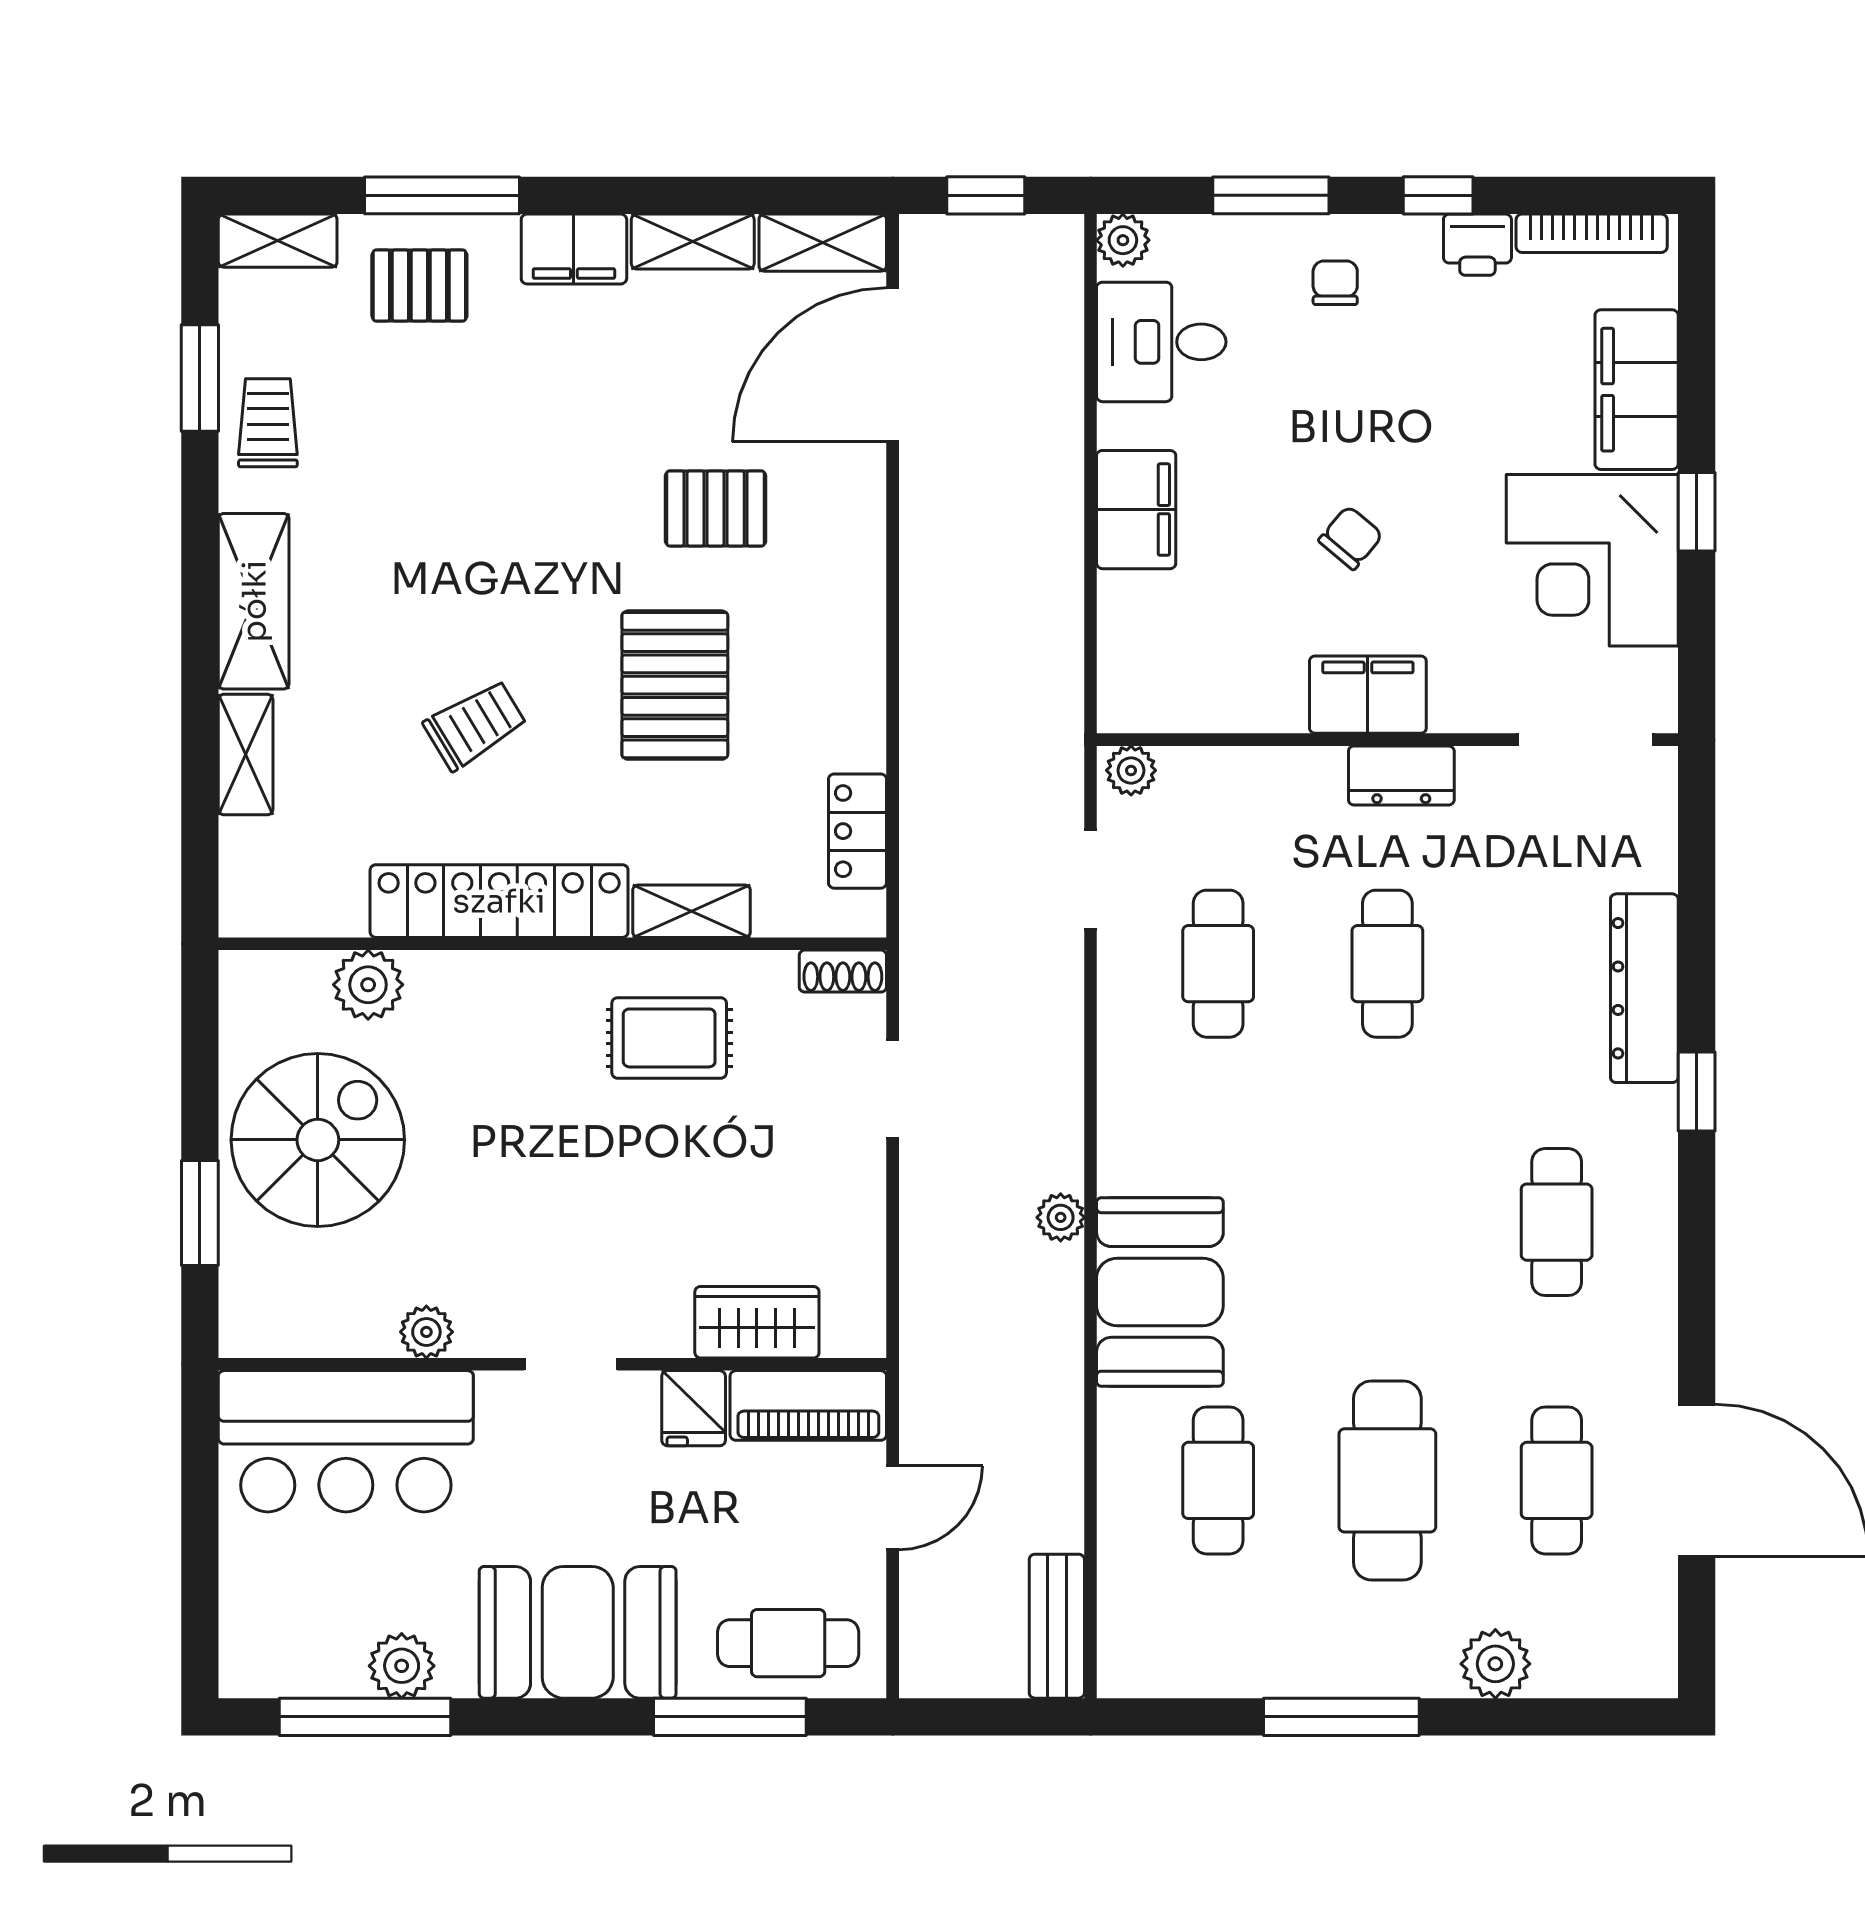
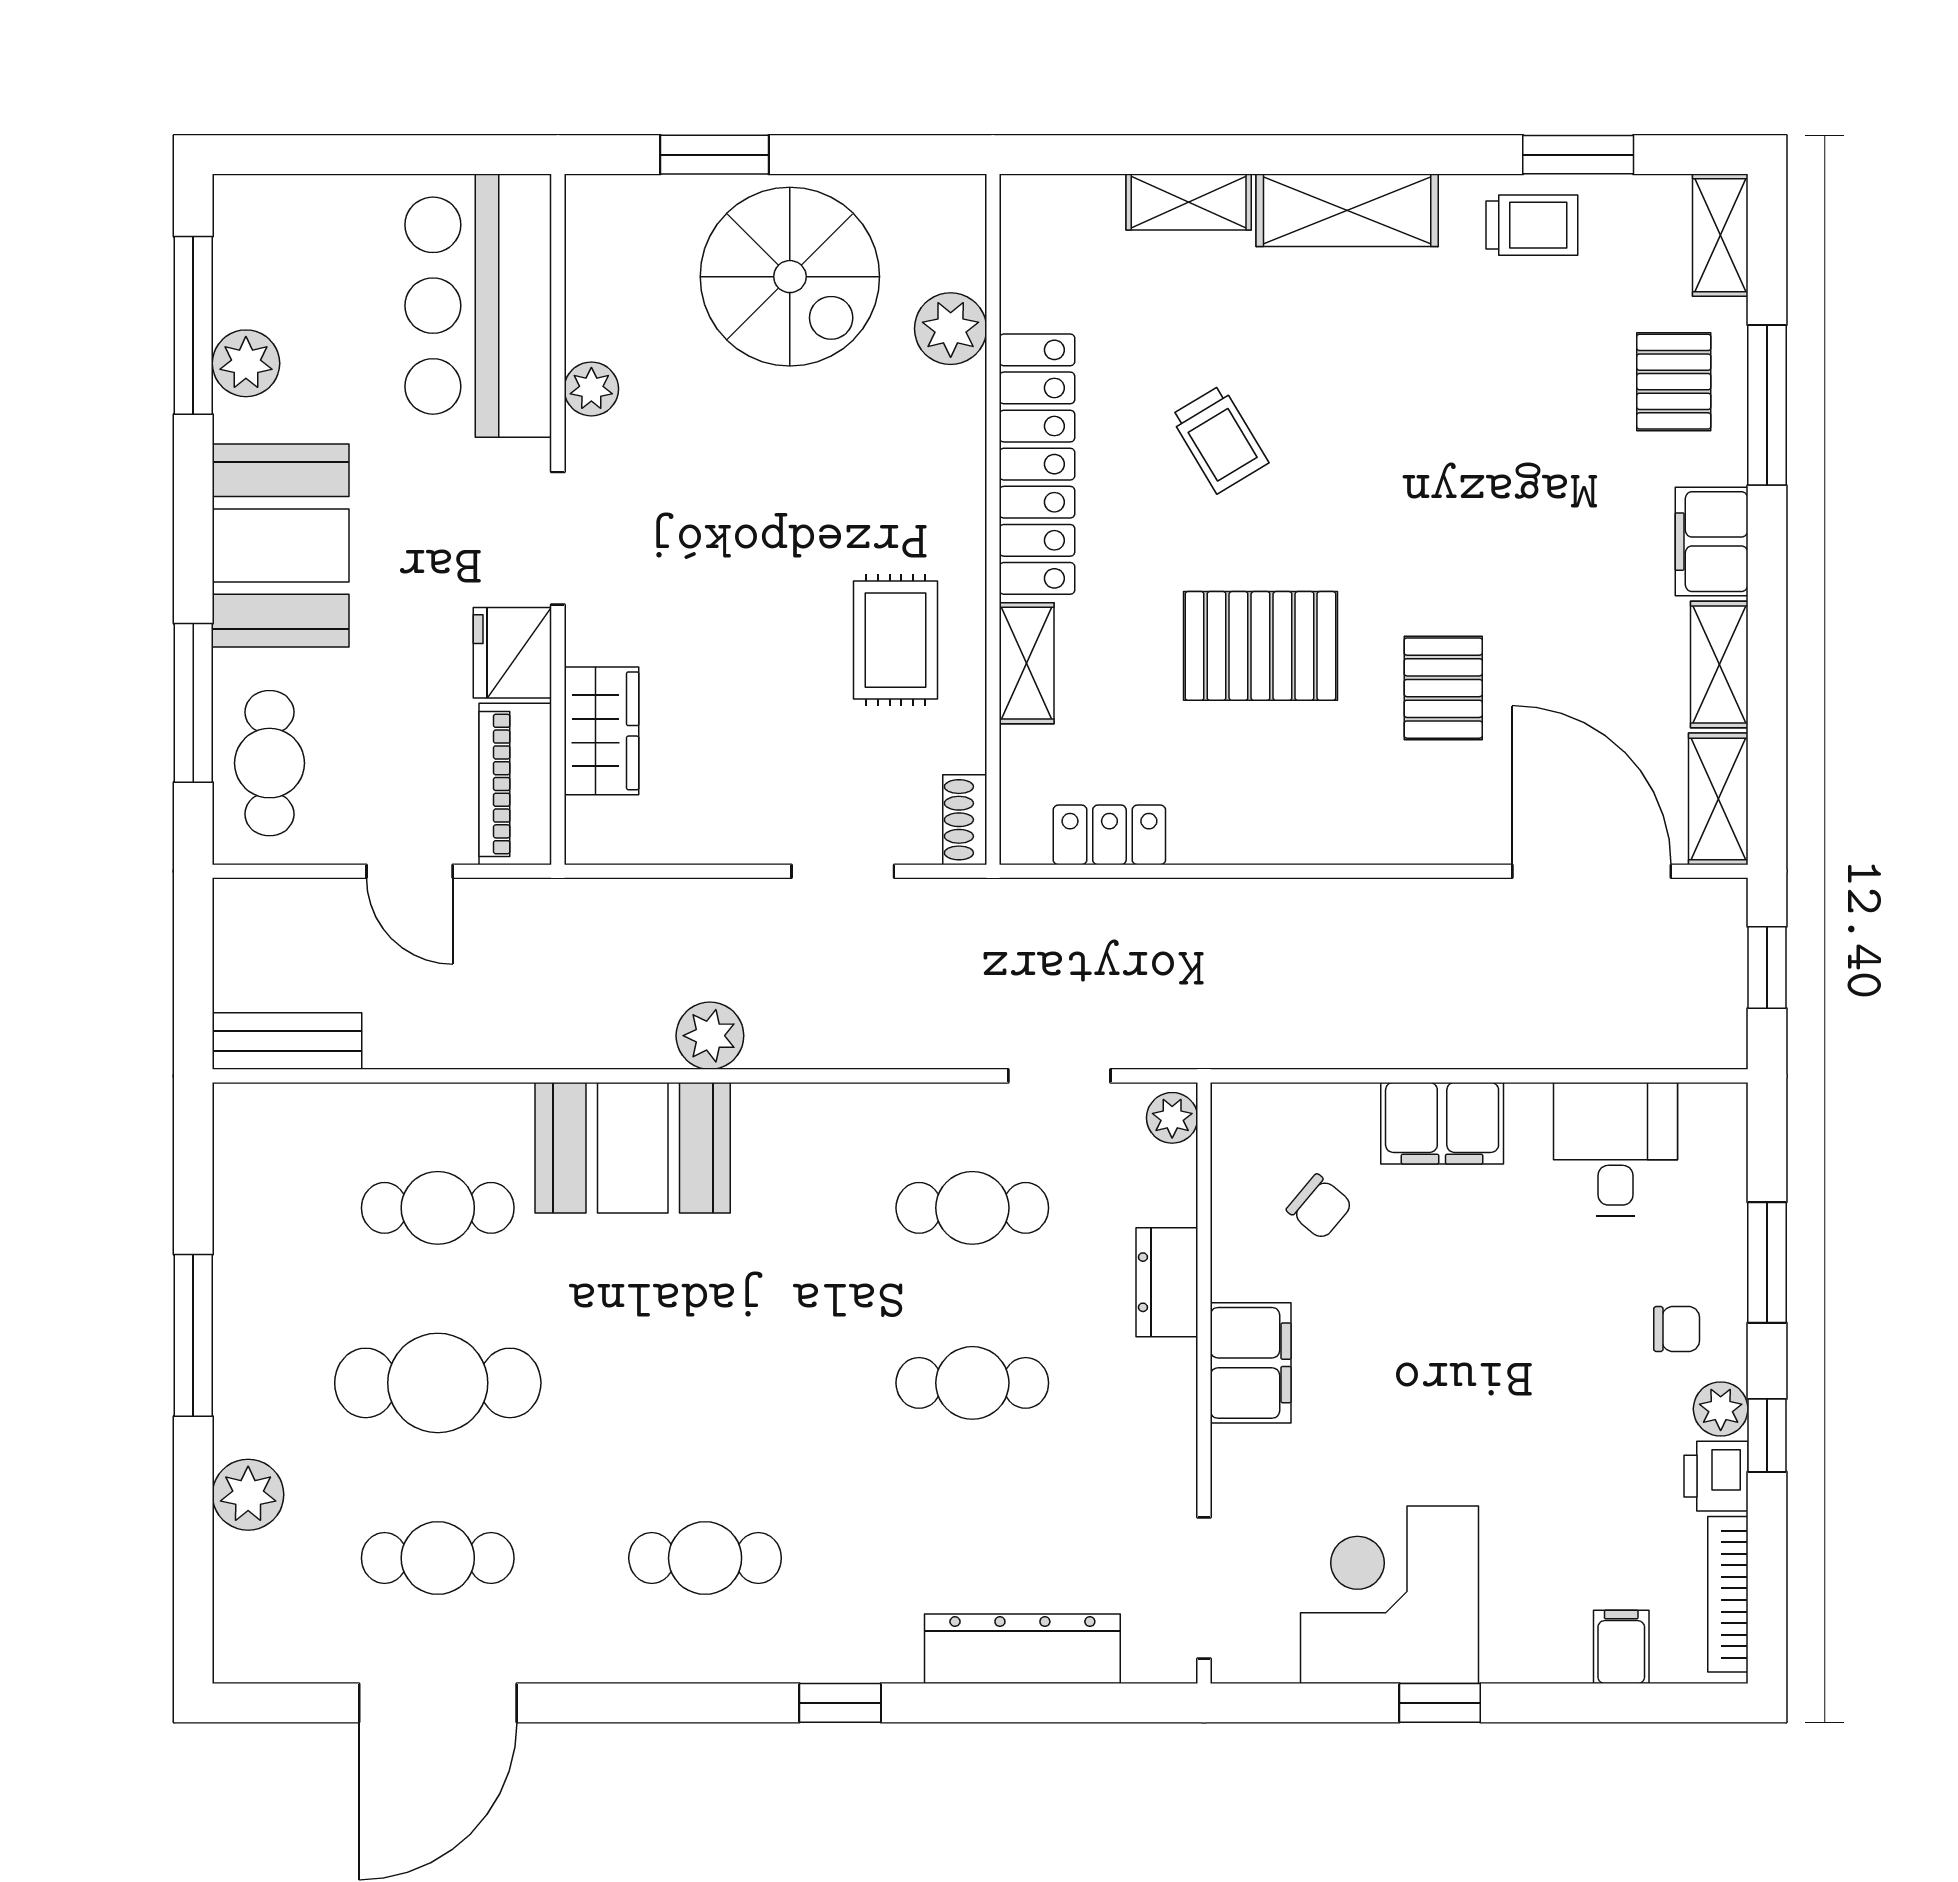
plant: (1123, 240) -> (1721, 1409), moved
filing cabinet: (1637, 390) -> (1621, 1647), width x0.33, depth x0.86
chair: (1351, 538) -> (1320, 1207), moved
dresser: (1401, 776) -> (1167, 1282), moved
dresser: (1644, 988) -> (1022, 1649), moved
plant: (1061, 1217) -> (710, 1036), width x1.38, depth x1.38
doorway: (571, 1364) -> (558, 538), width x1.38
fridge: (694, 1408) -> (512, 653), width x1.38

